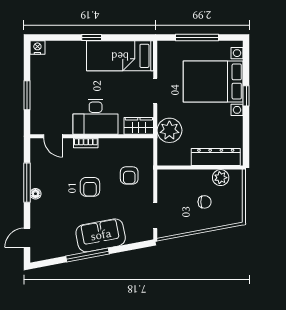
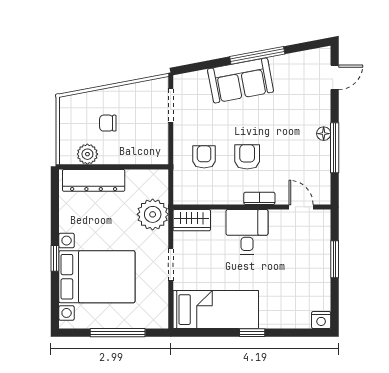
desk: (96, 117) -> (247, 232), width x0.73
armchair: (90, 187) -> (247, 157), moved

